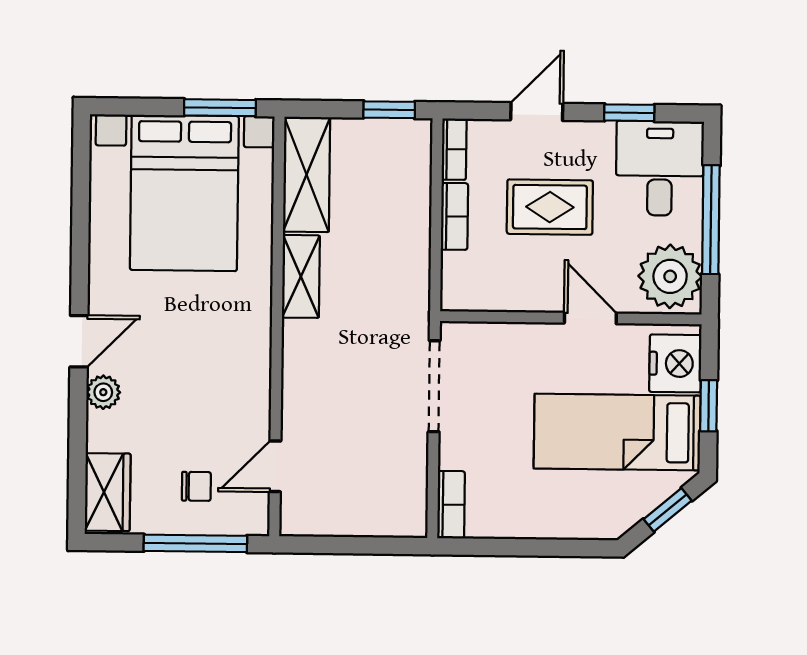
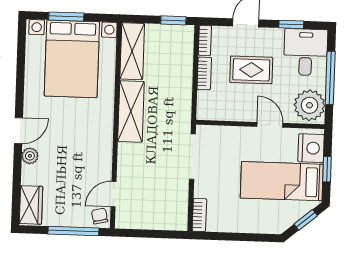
window: (220, 108) -> (66, 17), moved
shelving: (301, 276) -> (131, 111), width x1.50, depth x1.33
chair: (196, 486) -> (100, 216), moved, turned -103

